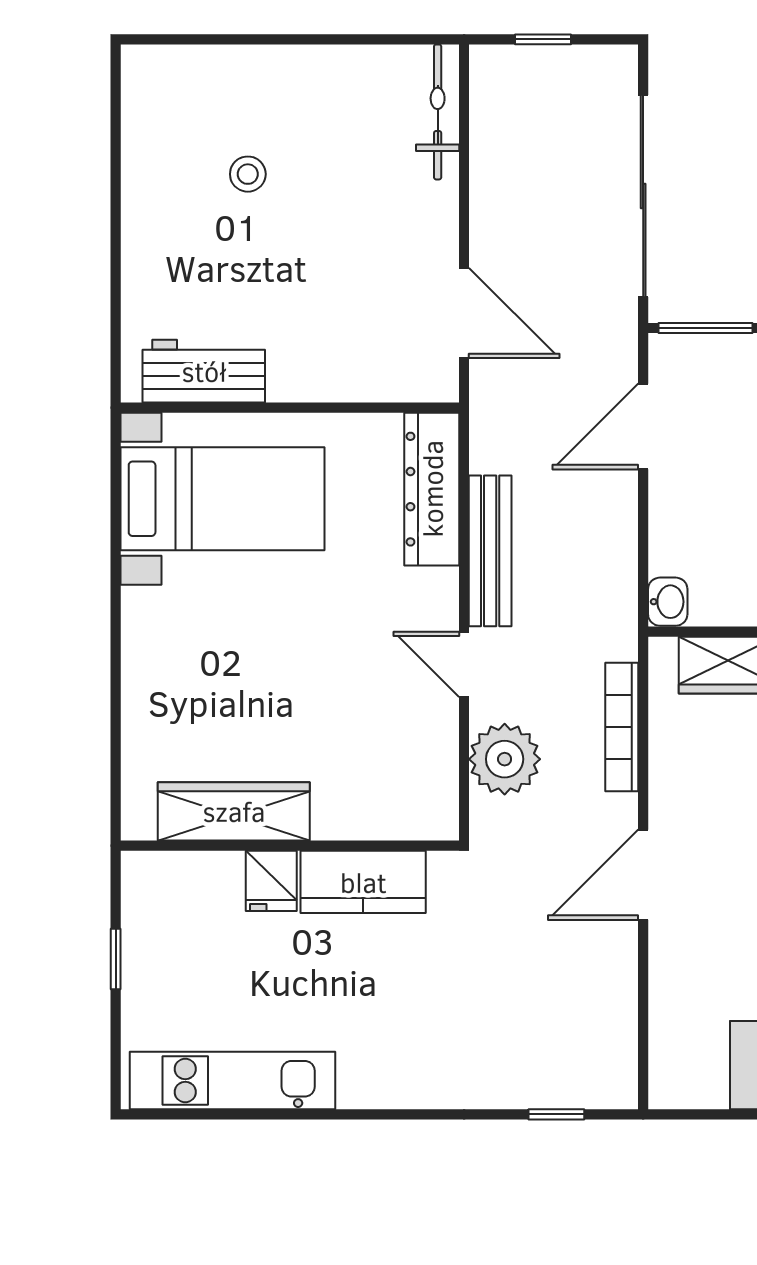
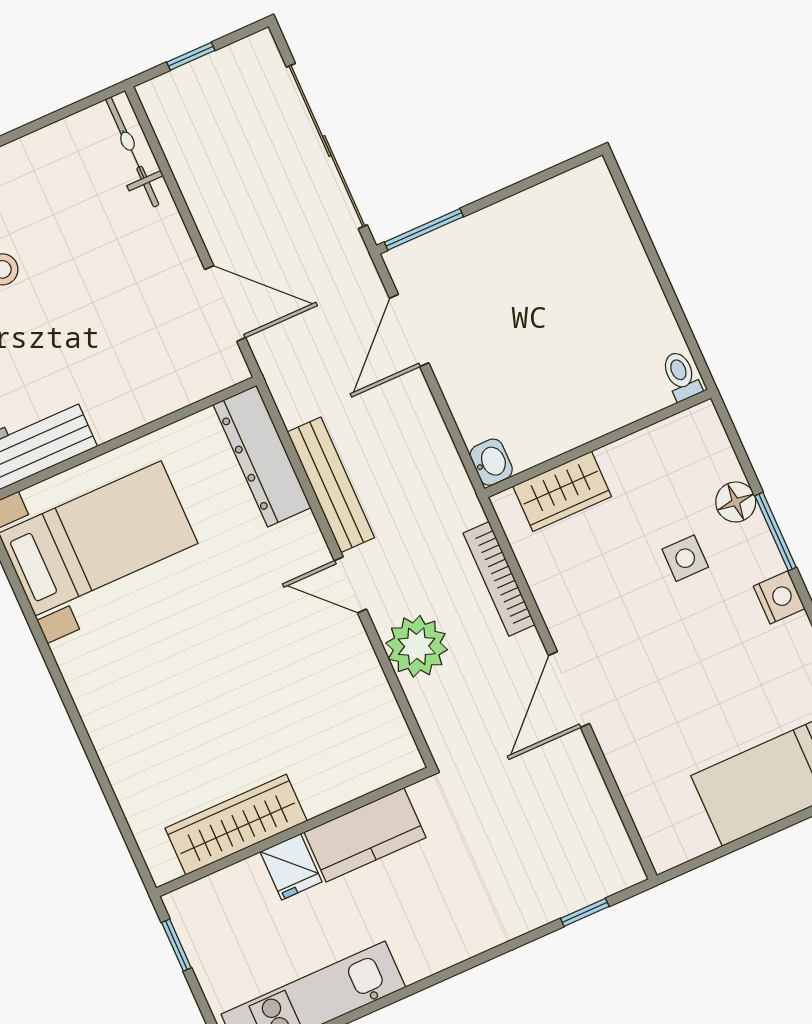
wardrobe: (234, 811) -> (236, 825), moved
wall: (290, 846) -> (293, 832), moved
fridge: (271, 881) -> (291, 867), moved
kitchen counter: (363, 882) -> (365, 835), moved

